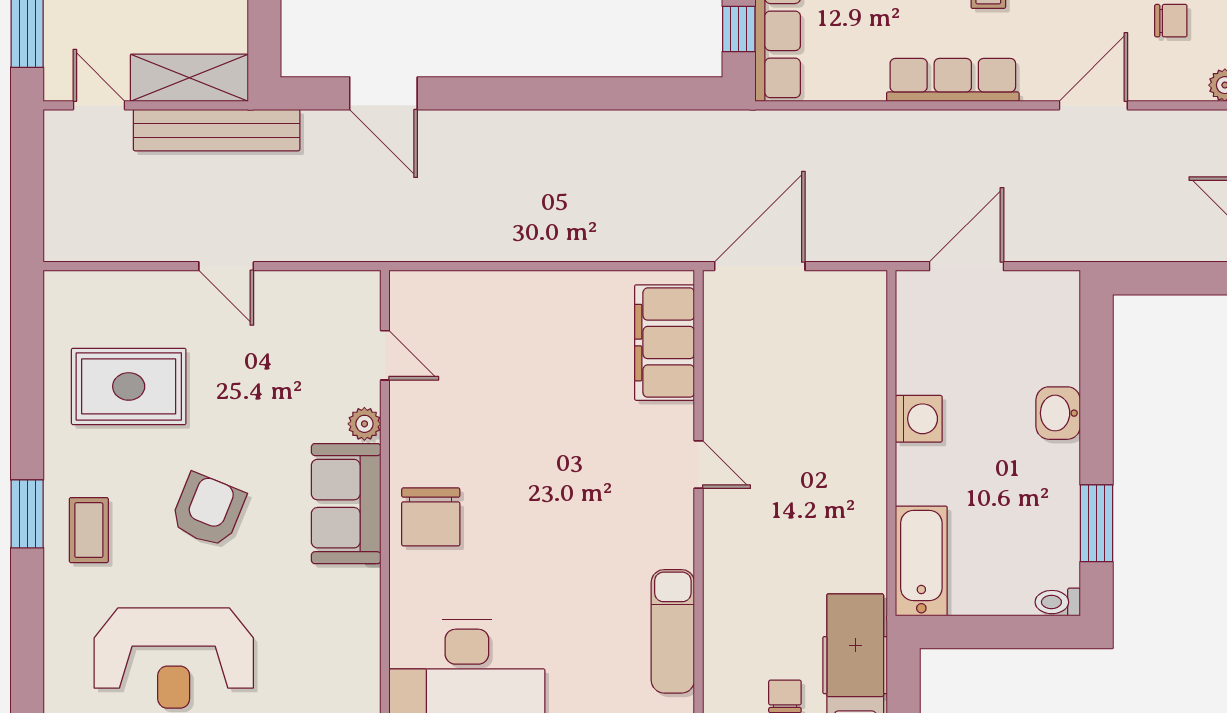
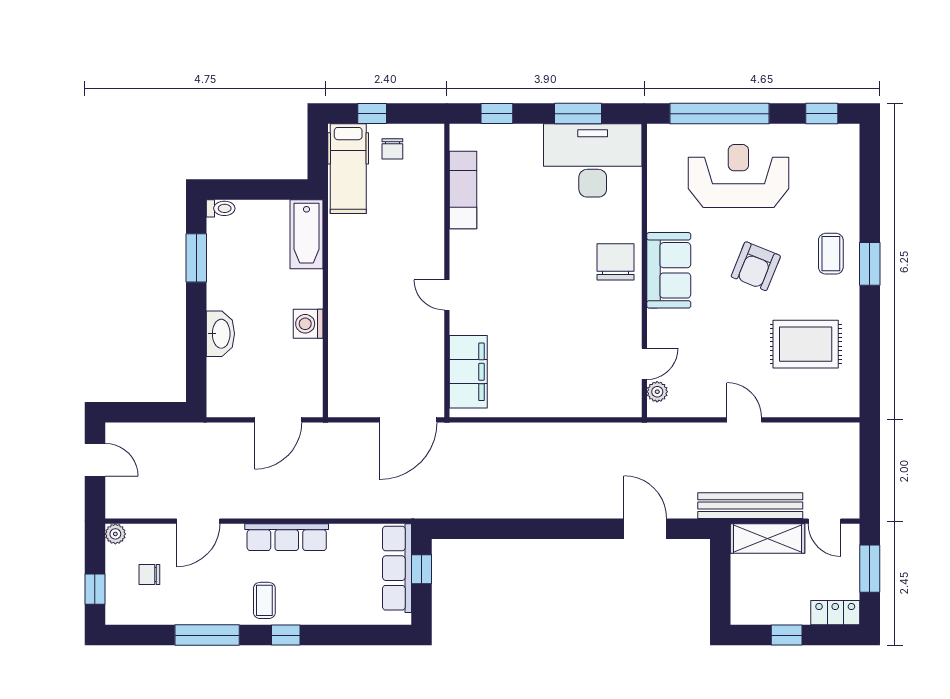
door: (385, 355) -> (644, 364), swing flipped
washbasin: (1058, 413) -> (220, 334), width x1.38
plant: (364, 424) -> (657, 392), moved
reception desk: (174, 658) -> (738, 176), moved

